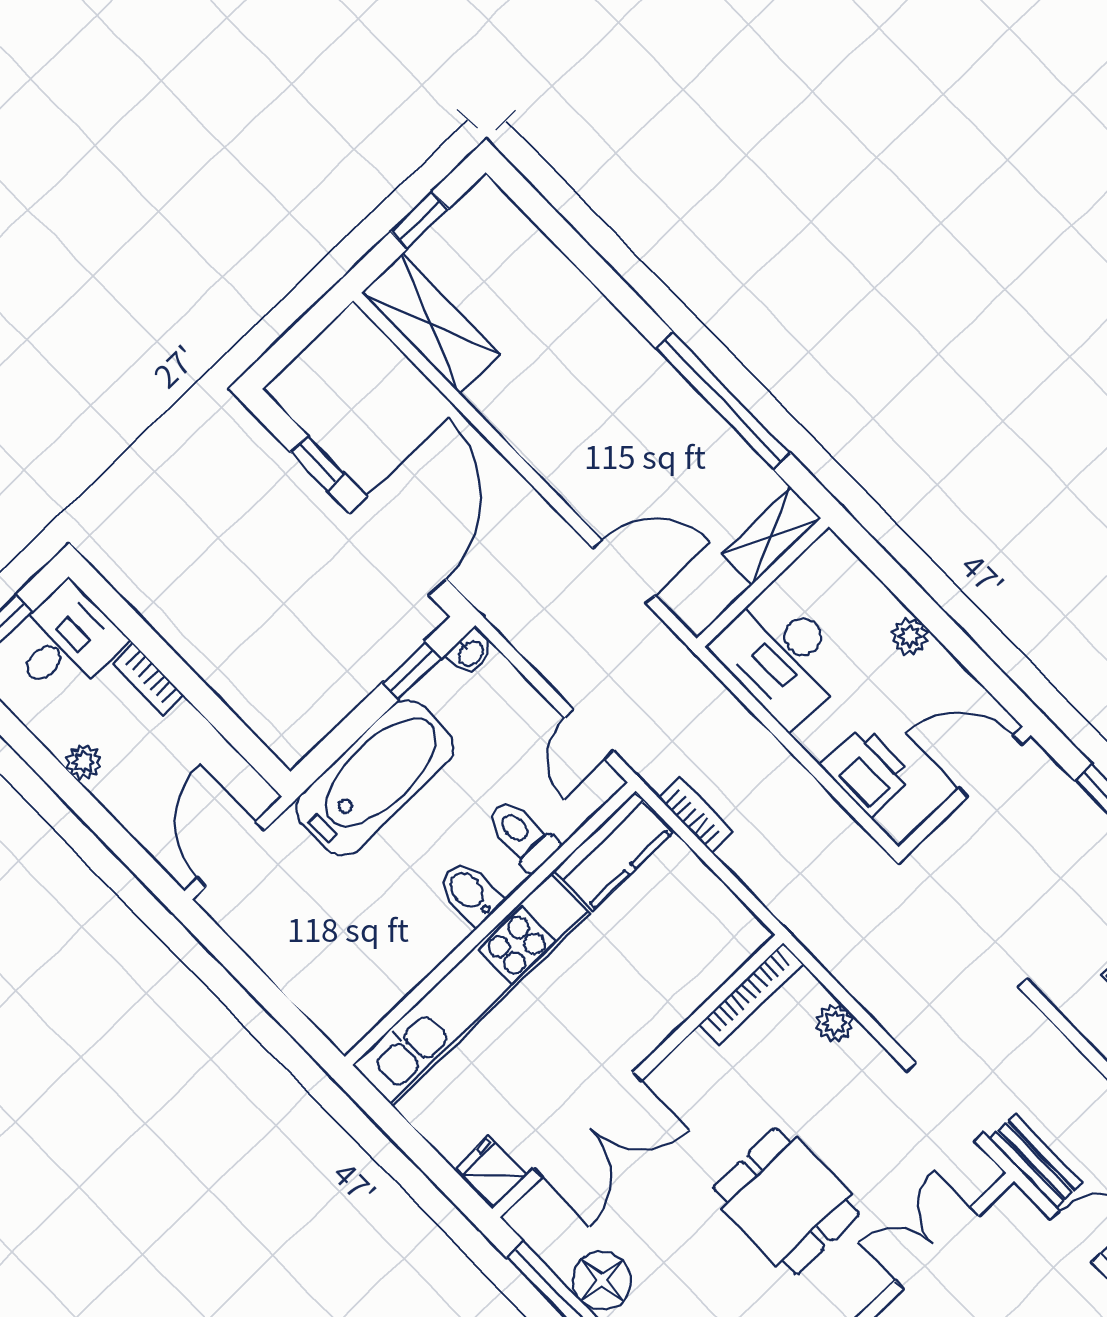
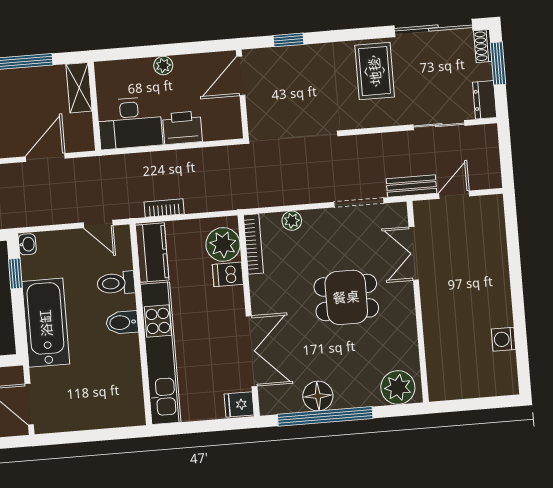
printer: (867, 771) -> (182, 128), moved
plant: (713, 949) -> (223, 244), added
dishwasher: (674, 993) -> (228, 274), added

